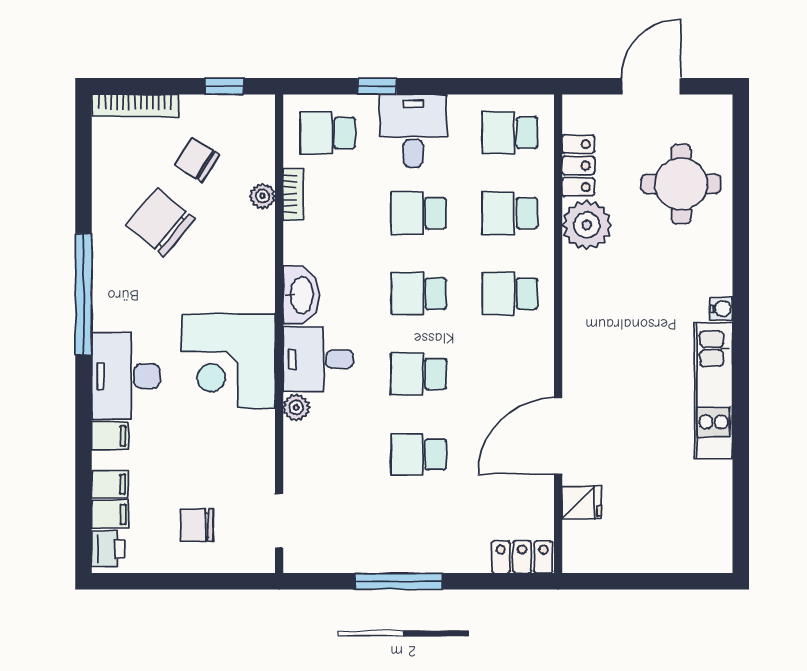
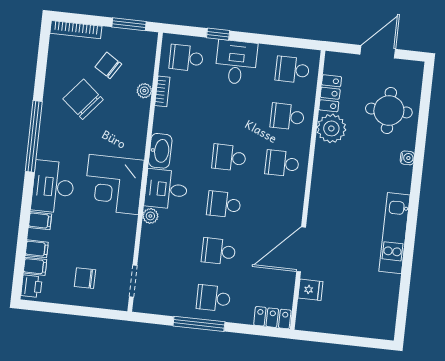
window: (224, 86) -> (129, 24), width x1.50
school desk: (419, 213) -> (213, 298), moved
water cooler: (721, 309) -> (407, 158), moved

